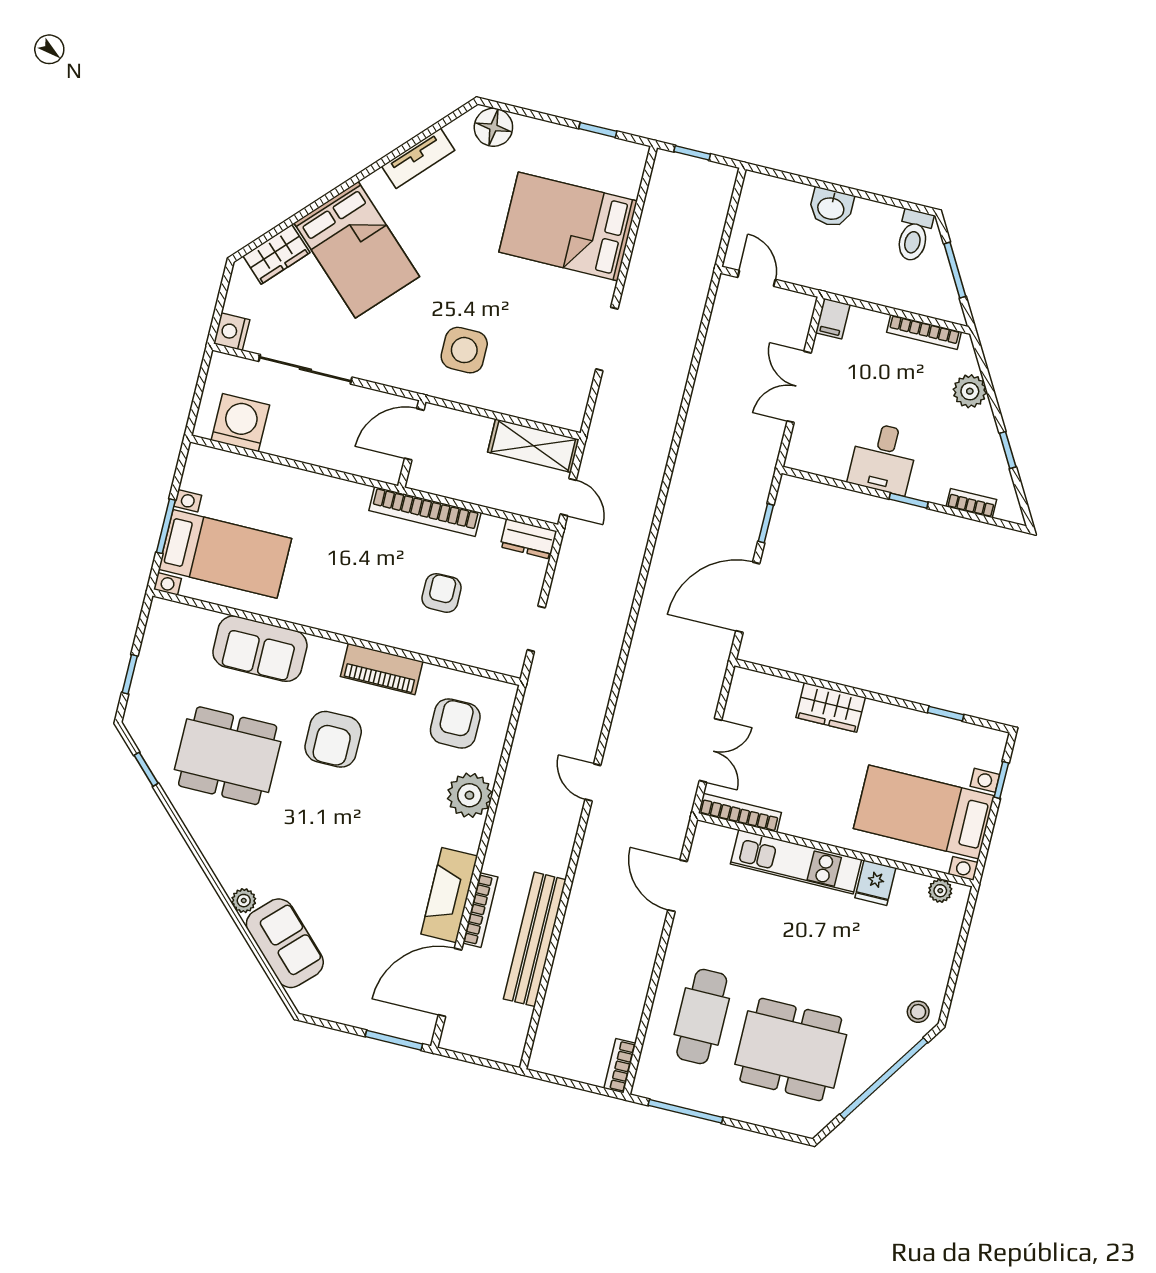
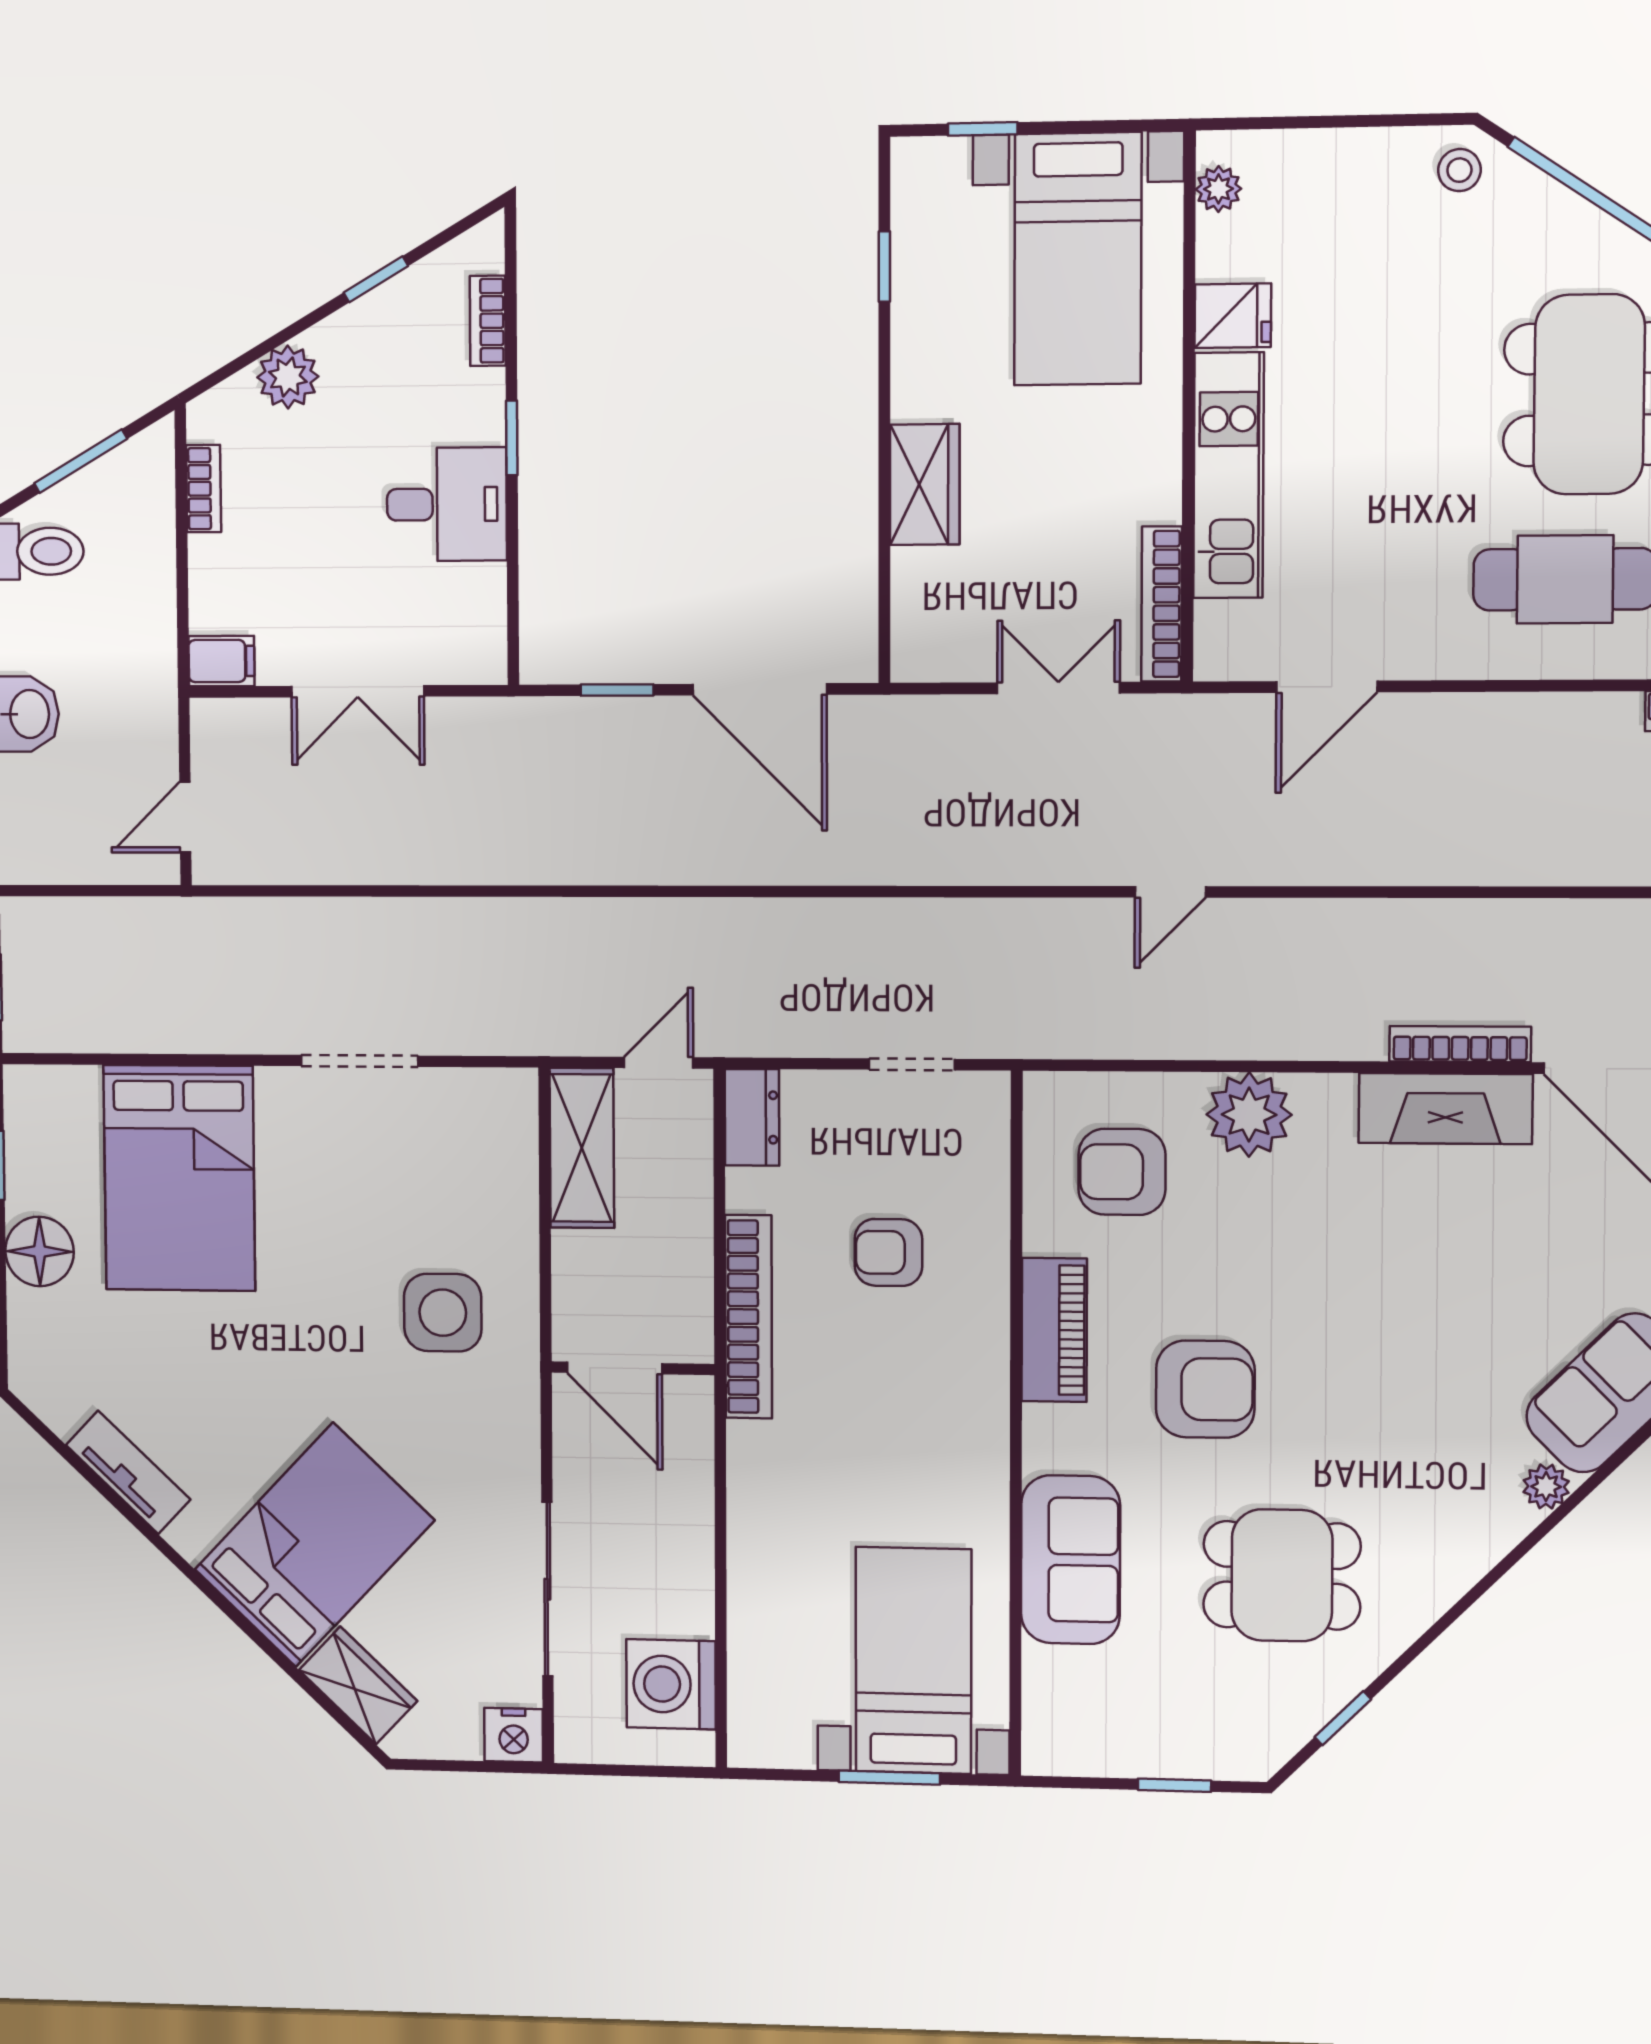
floor lamp: (493, 127) -> (40, 1251), moved
bookcase: (924, 332) -> (204, 489), width x0.64
dining table: (228, 756) -> (1282, 1575), width x0.73
bench: (535, 939) -> (1492, 929), removed

